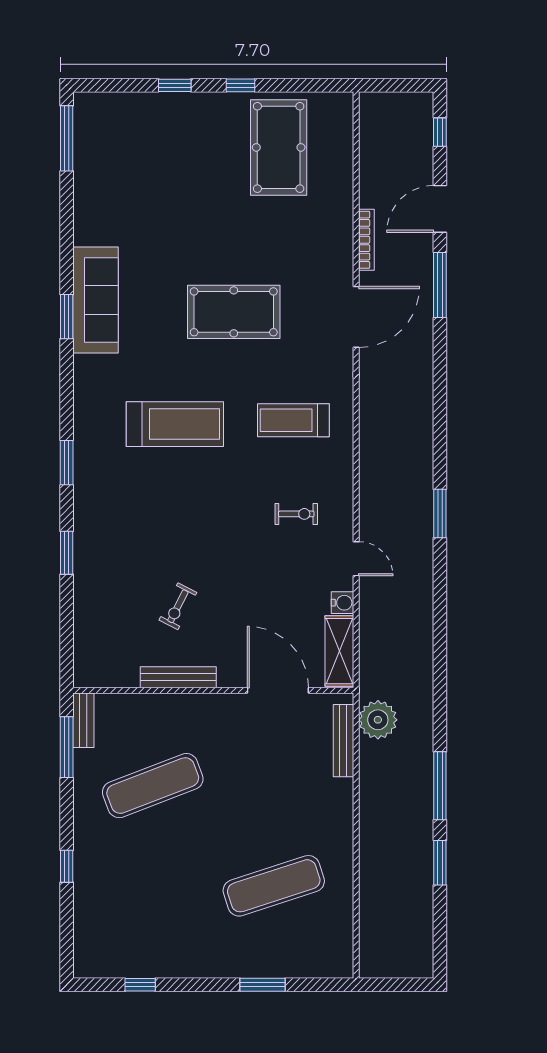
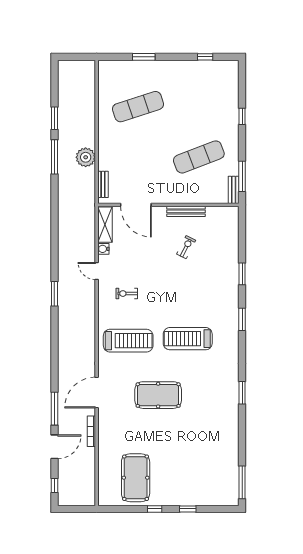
sofa: (95, 300) -> (228, 401), removed
treadmill: (293, 420) -> (128, 341), width x1.37, depth x1.38
plant: (378, 720) -> (86, 157), moved
bench: (343, 741) -> (103, 184), width x0.73

